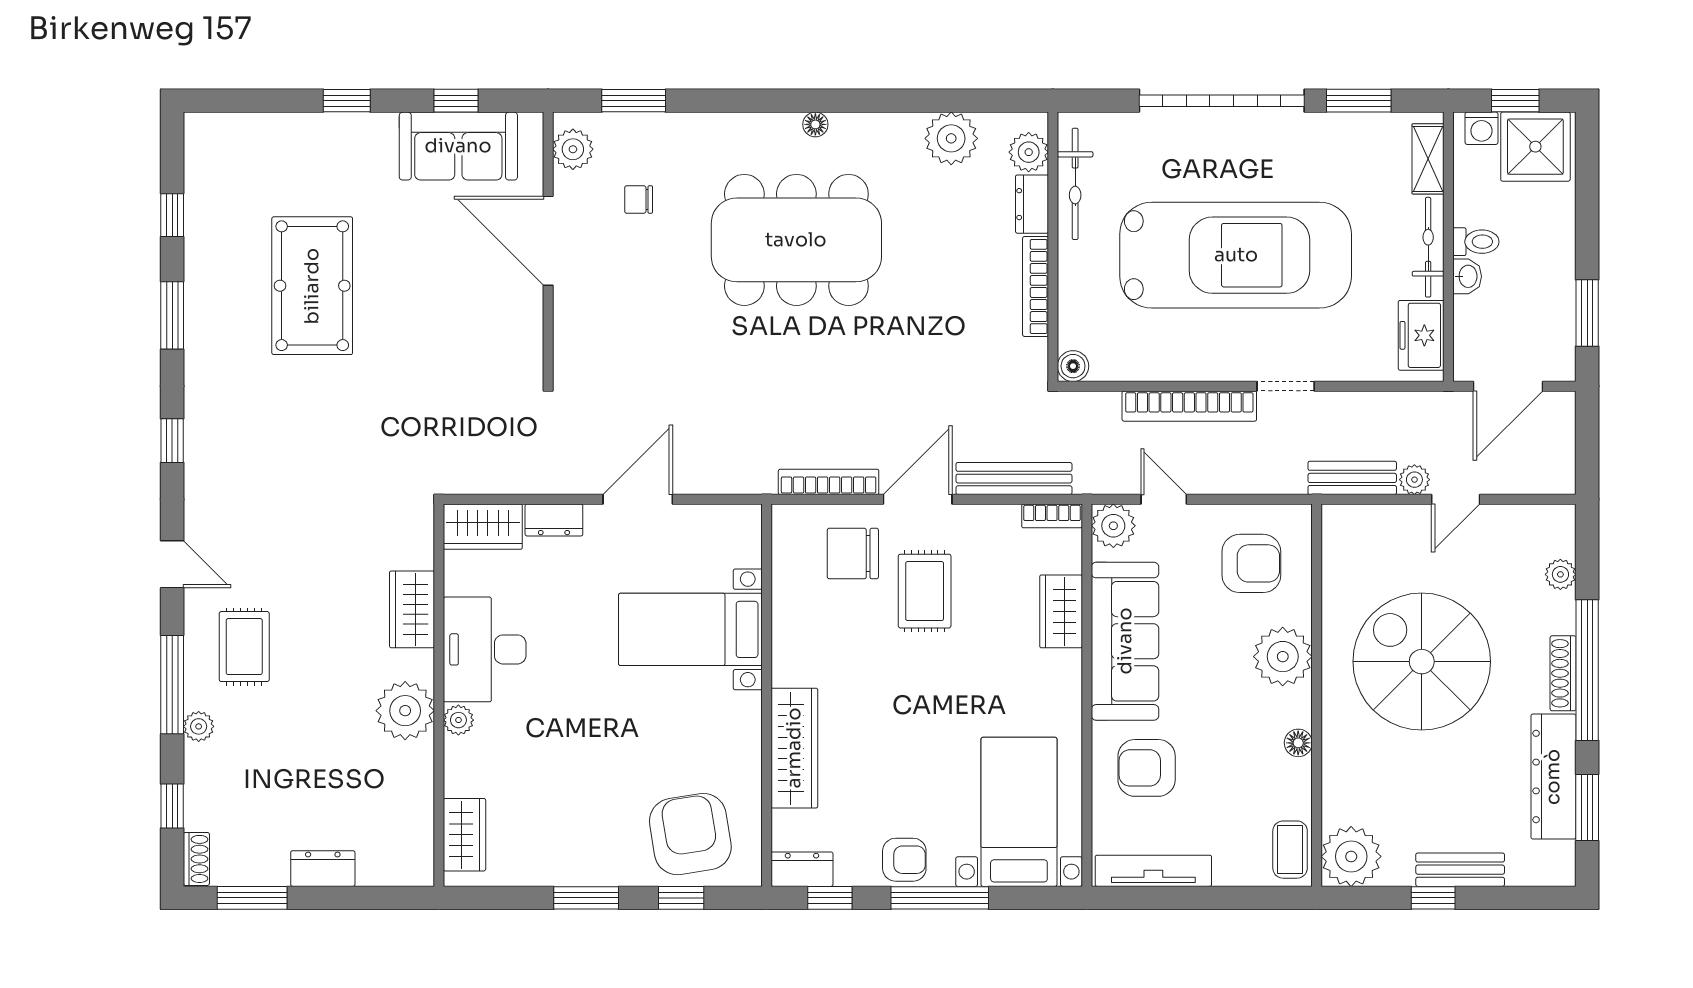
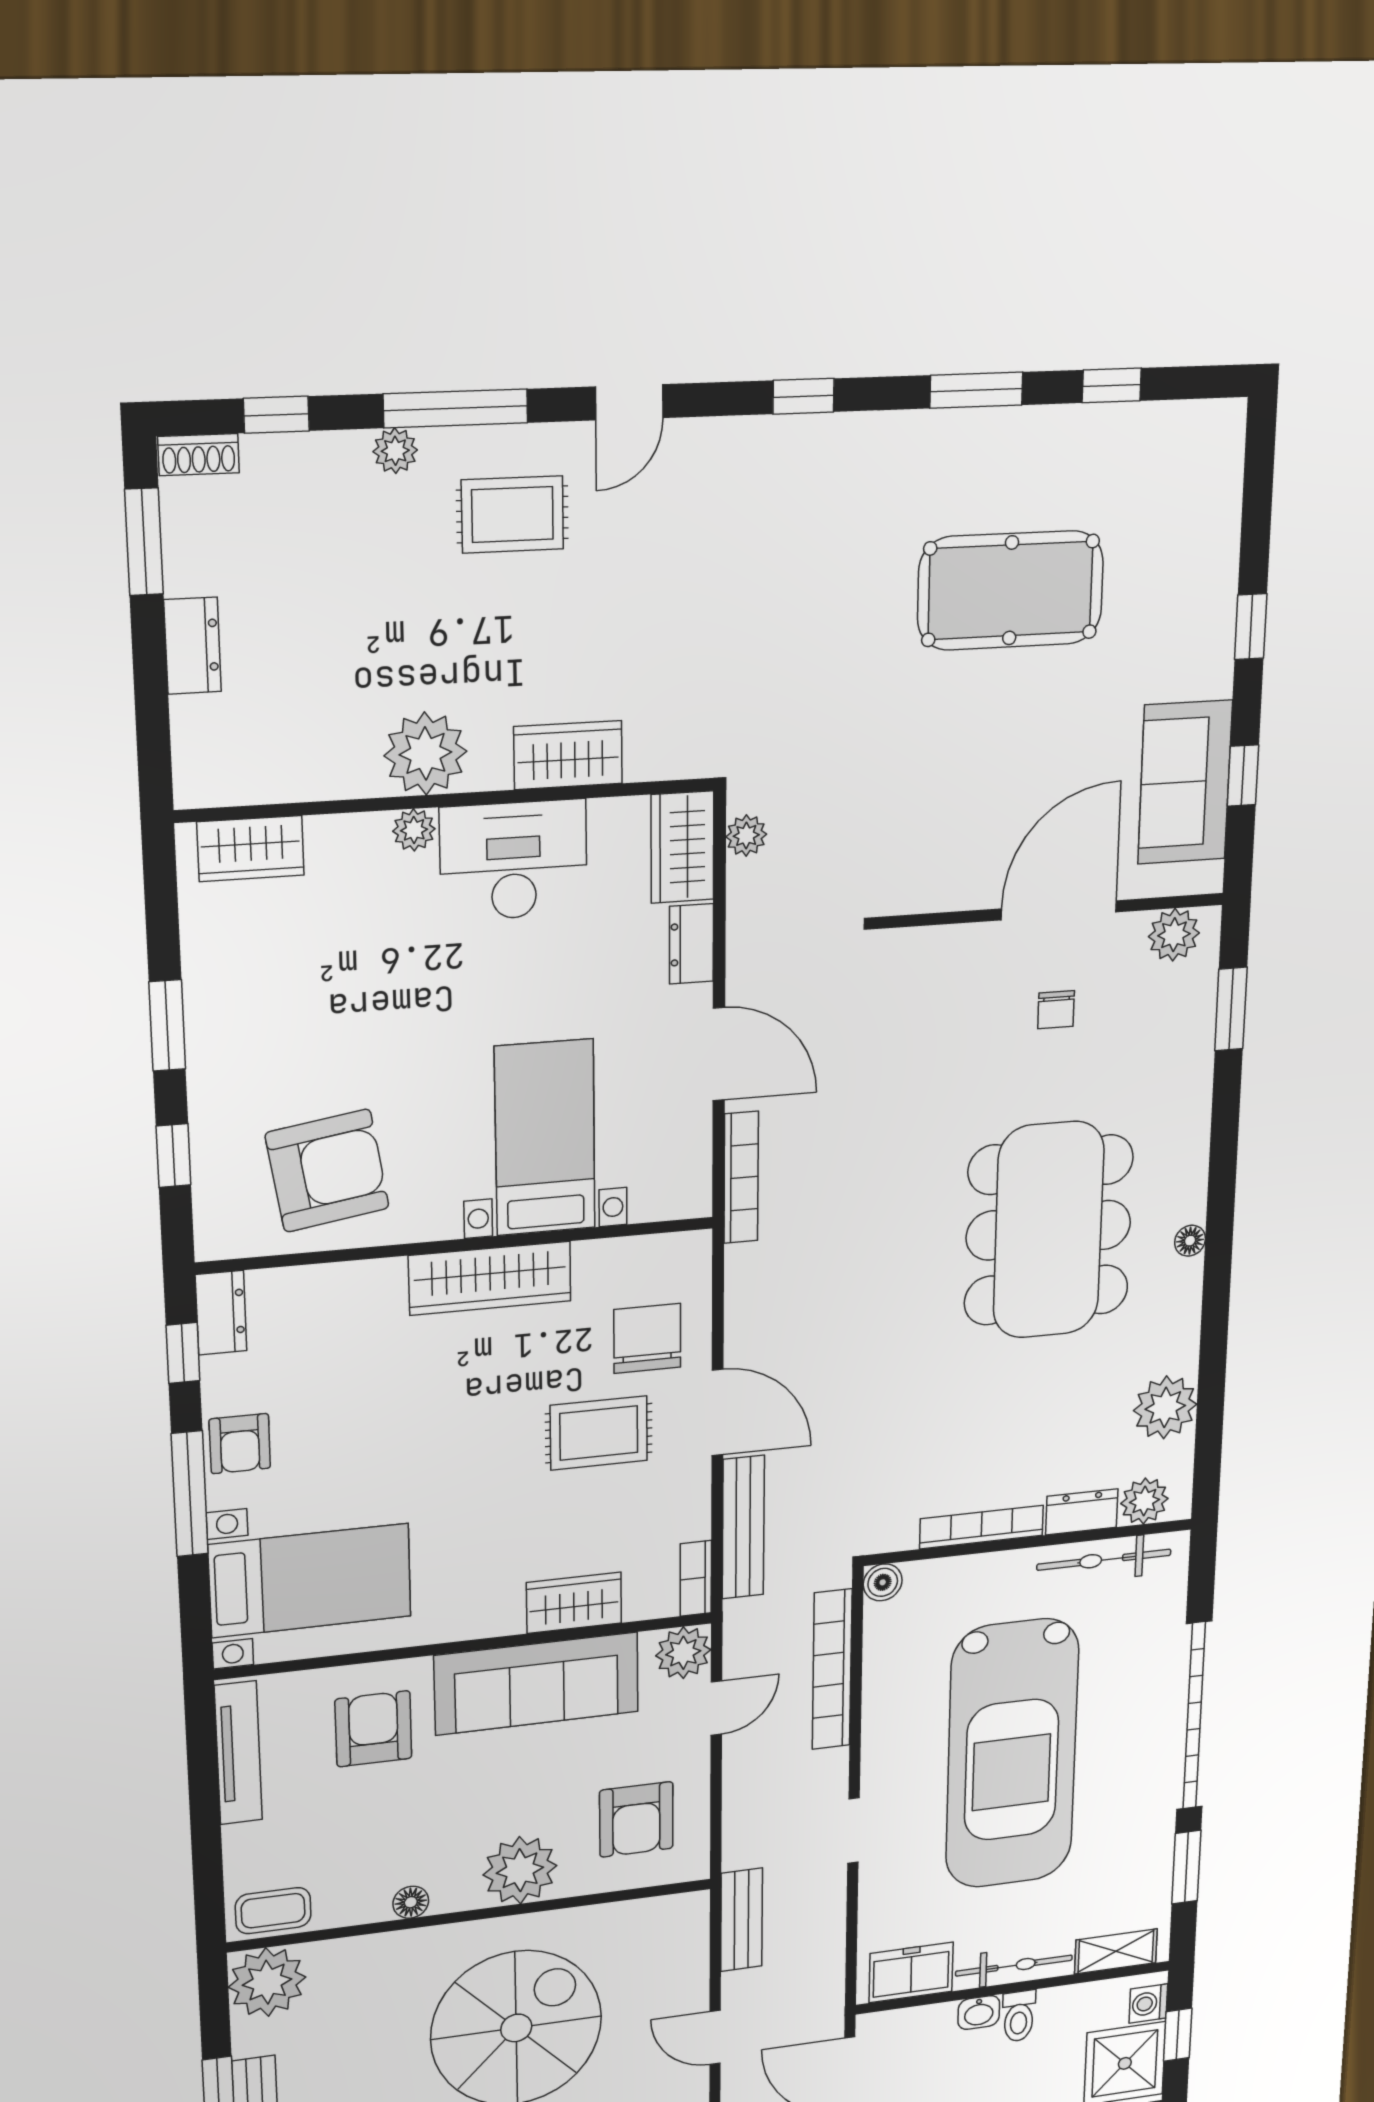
chair: (639, 199) -> (1056, 1010), moved, turned 180
bookcase: (1189, 406) -> (832, 1669), moved
plant: (1414, 480) -> (746, 835), moved
bookcase: (829, 482) -> (741, 1177), moved
wardrobe: (794, 748) -> (490, 1278), moved
armchair: (690, 834) -> (327, 1171), moved

